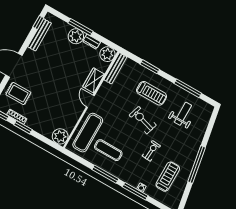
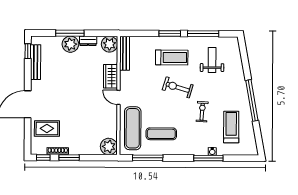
window: (150, 67) -> (170, 33), moved
window: (105, 174) -> (148, 158), moved

